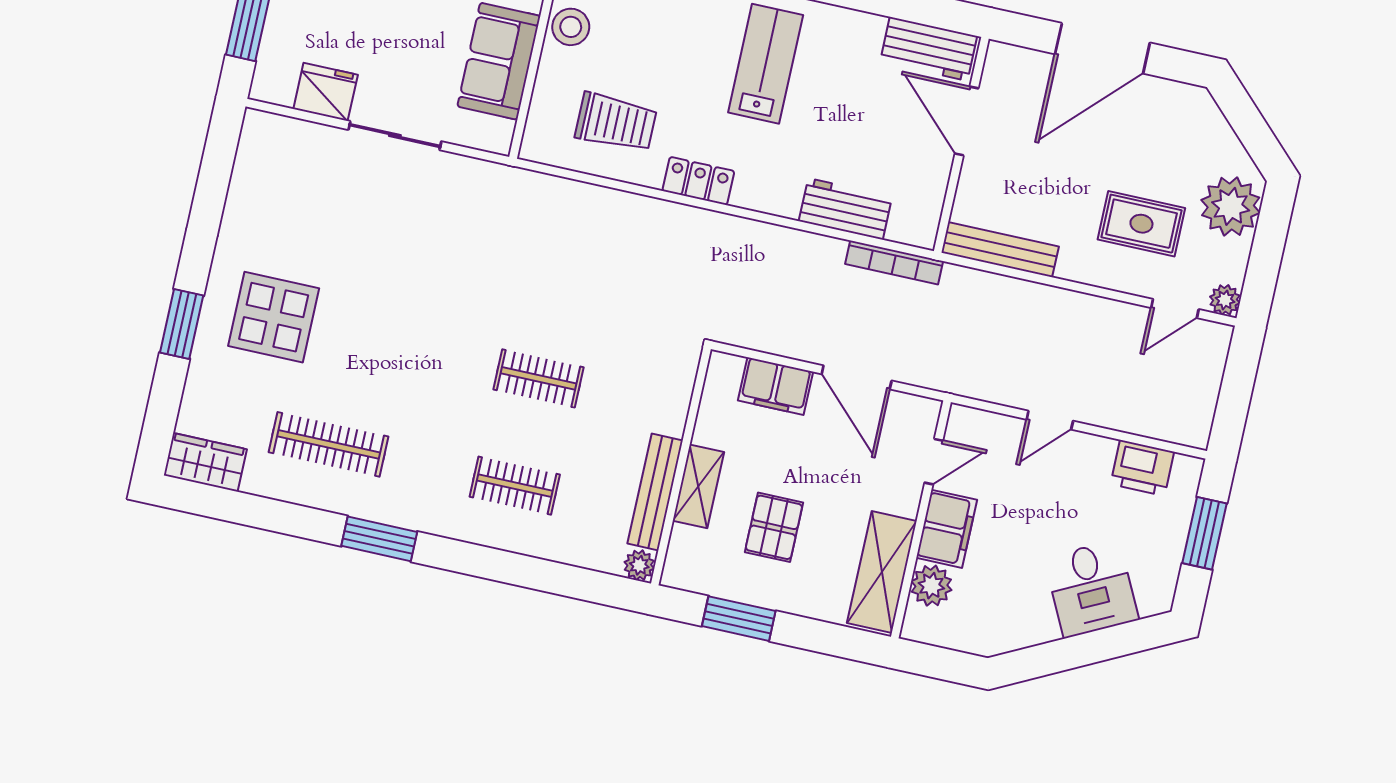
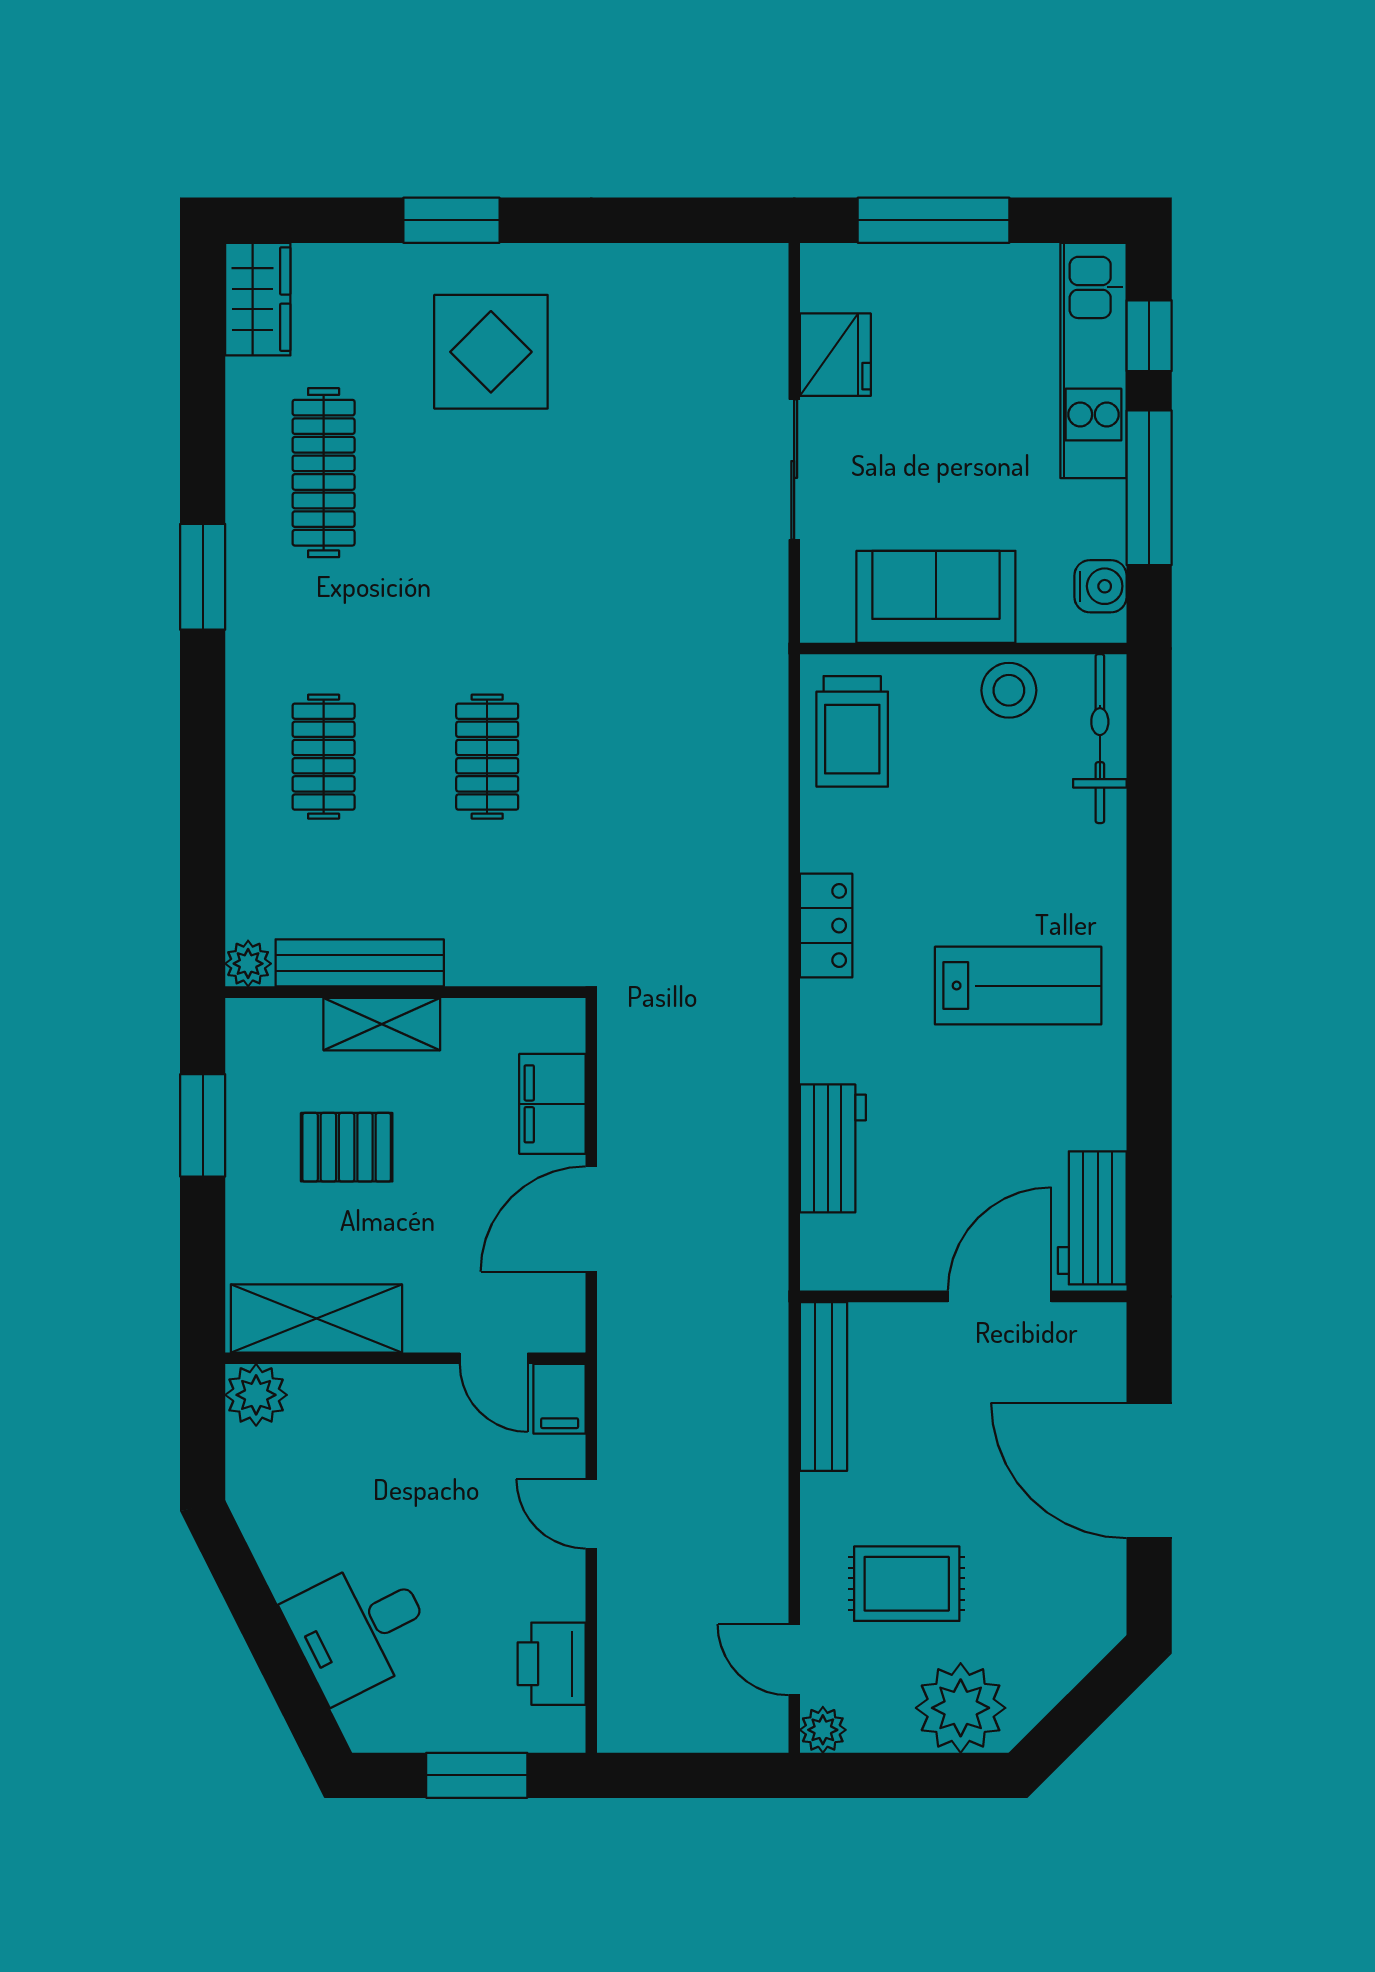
trolley: (616, 122) -> (852, 731), moved
rug: (1141, 224) -> (907, 1584), turned 90
bookcase: (894, 263) -> (770, 1237), removed
filing cabinet: (947, 529) -> (560, 1399), moved, width x0.50
plant: (931, 586) -> (256, 1395), moved

